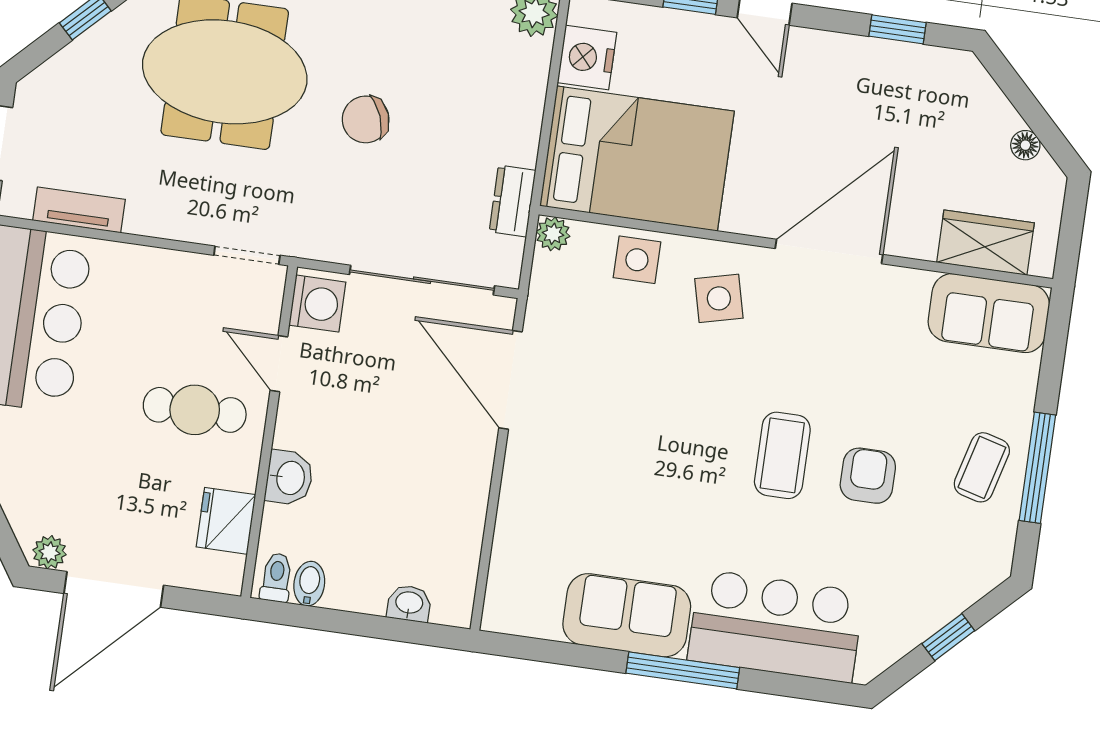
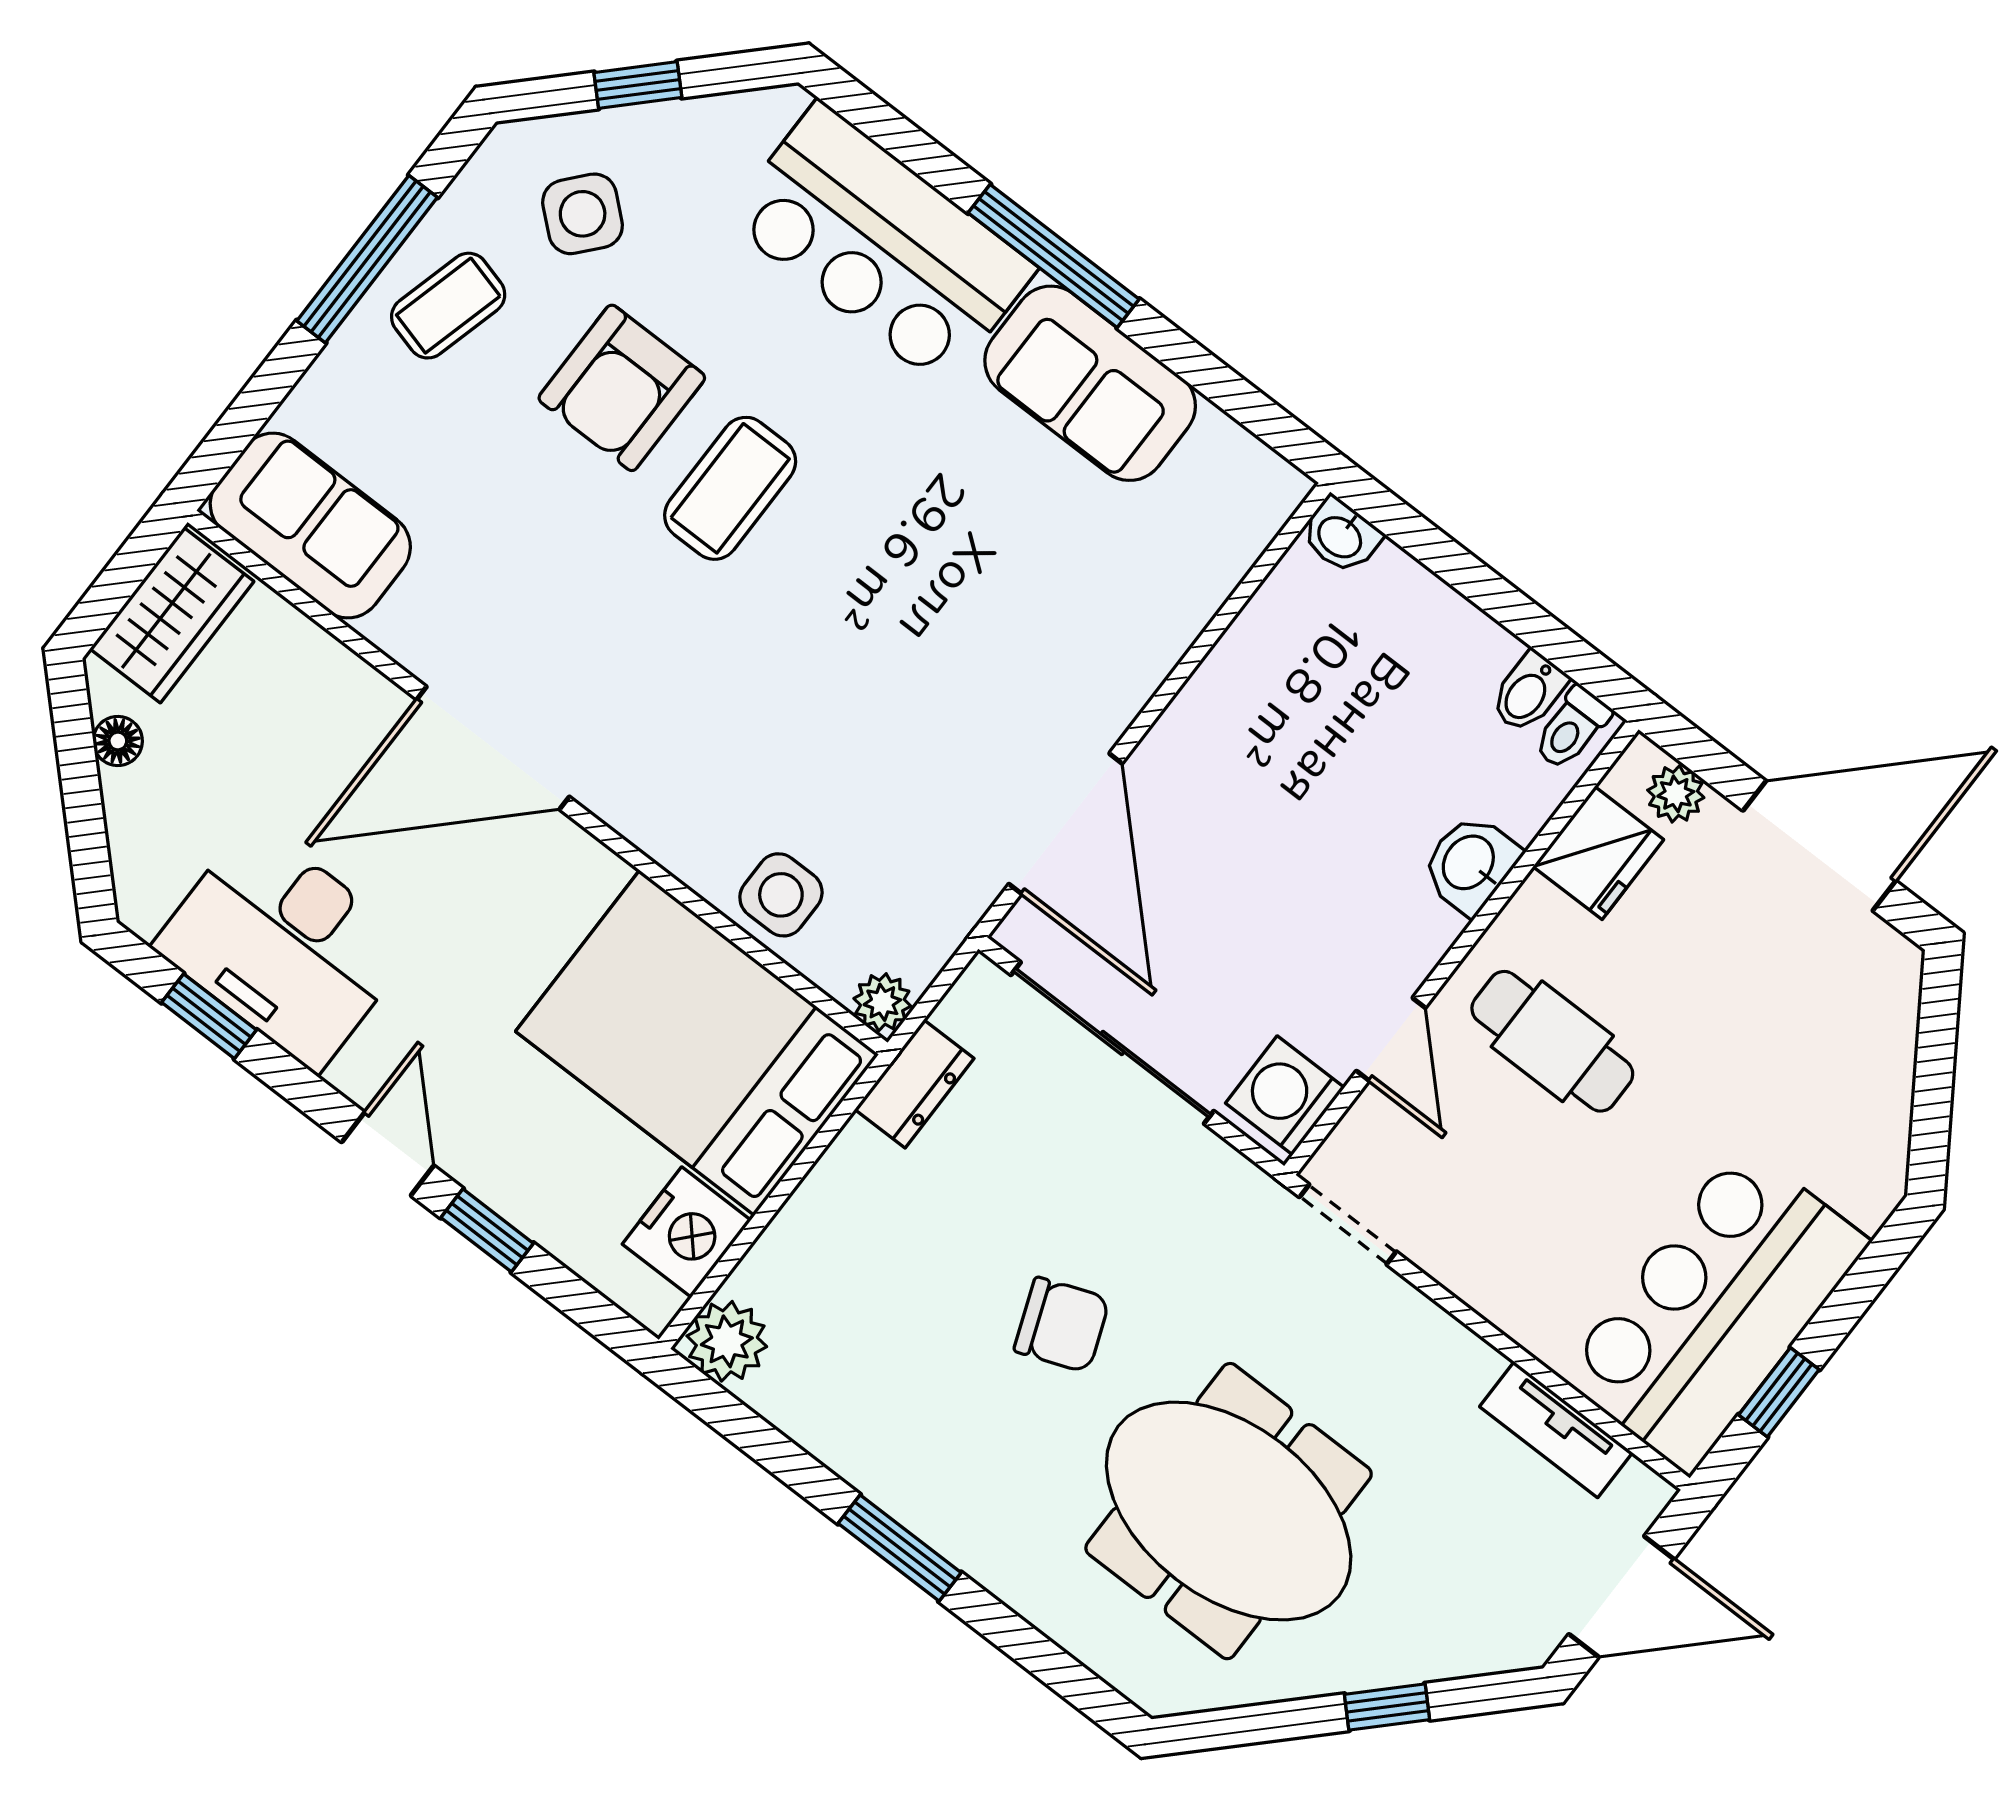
desk: (879, 88) -> (284, 946), added
wardrobe: (985, 243) -> (172, 615), moved, turned -90
side table: (719, 298) -> (583, 214), moved, turned -35
armchair: (868, 476) -> (622, 388), width x1.38, depth x1.38
plant: (50, 552) -> (1676, 794), moved
washbasin: (409, 603) -> (1341, 536), moved

